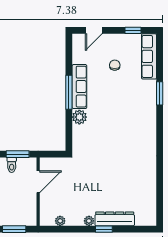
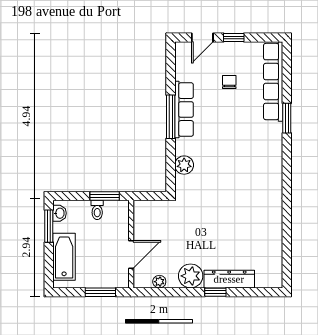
window: (133, 30) -> (234, 37), moved
row of seats: (149, 56) -> (273, 82), width x1.36
plant: (79, 117) -> (184, 165), moved
door: (38, 182) -> (131, 255), moved
plant: (89, 221) -> (191, 276), width x1.87, depth x1.87

